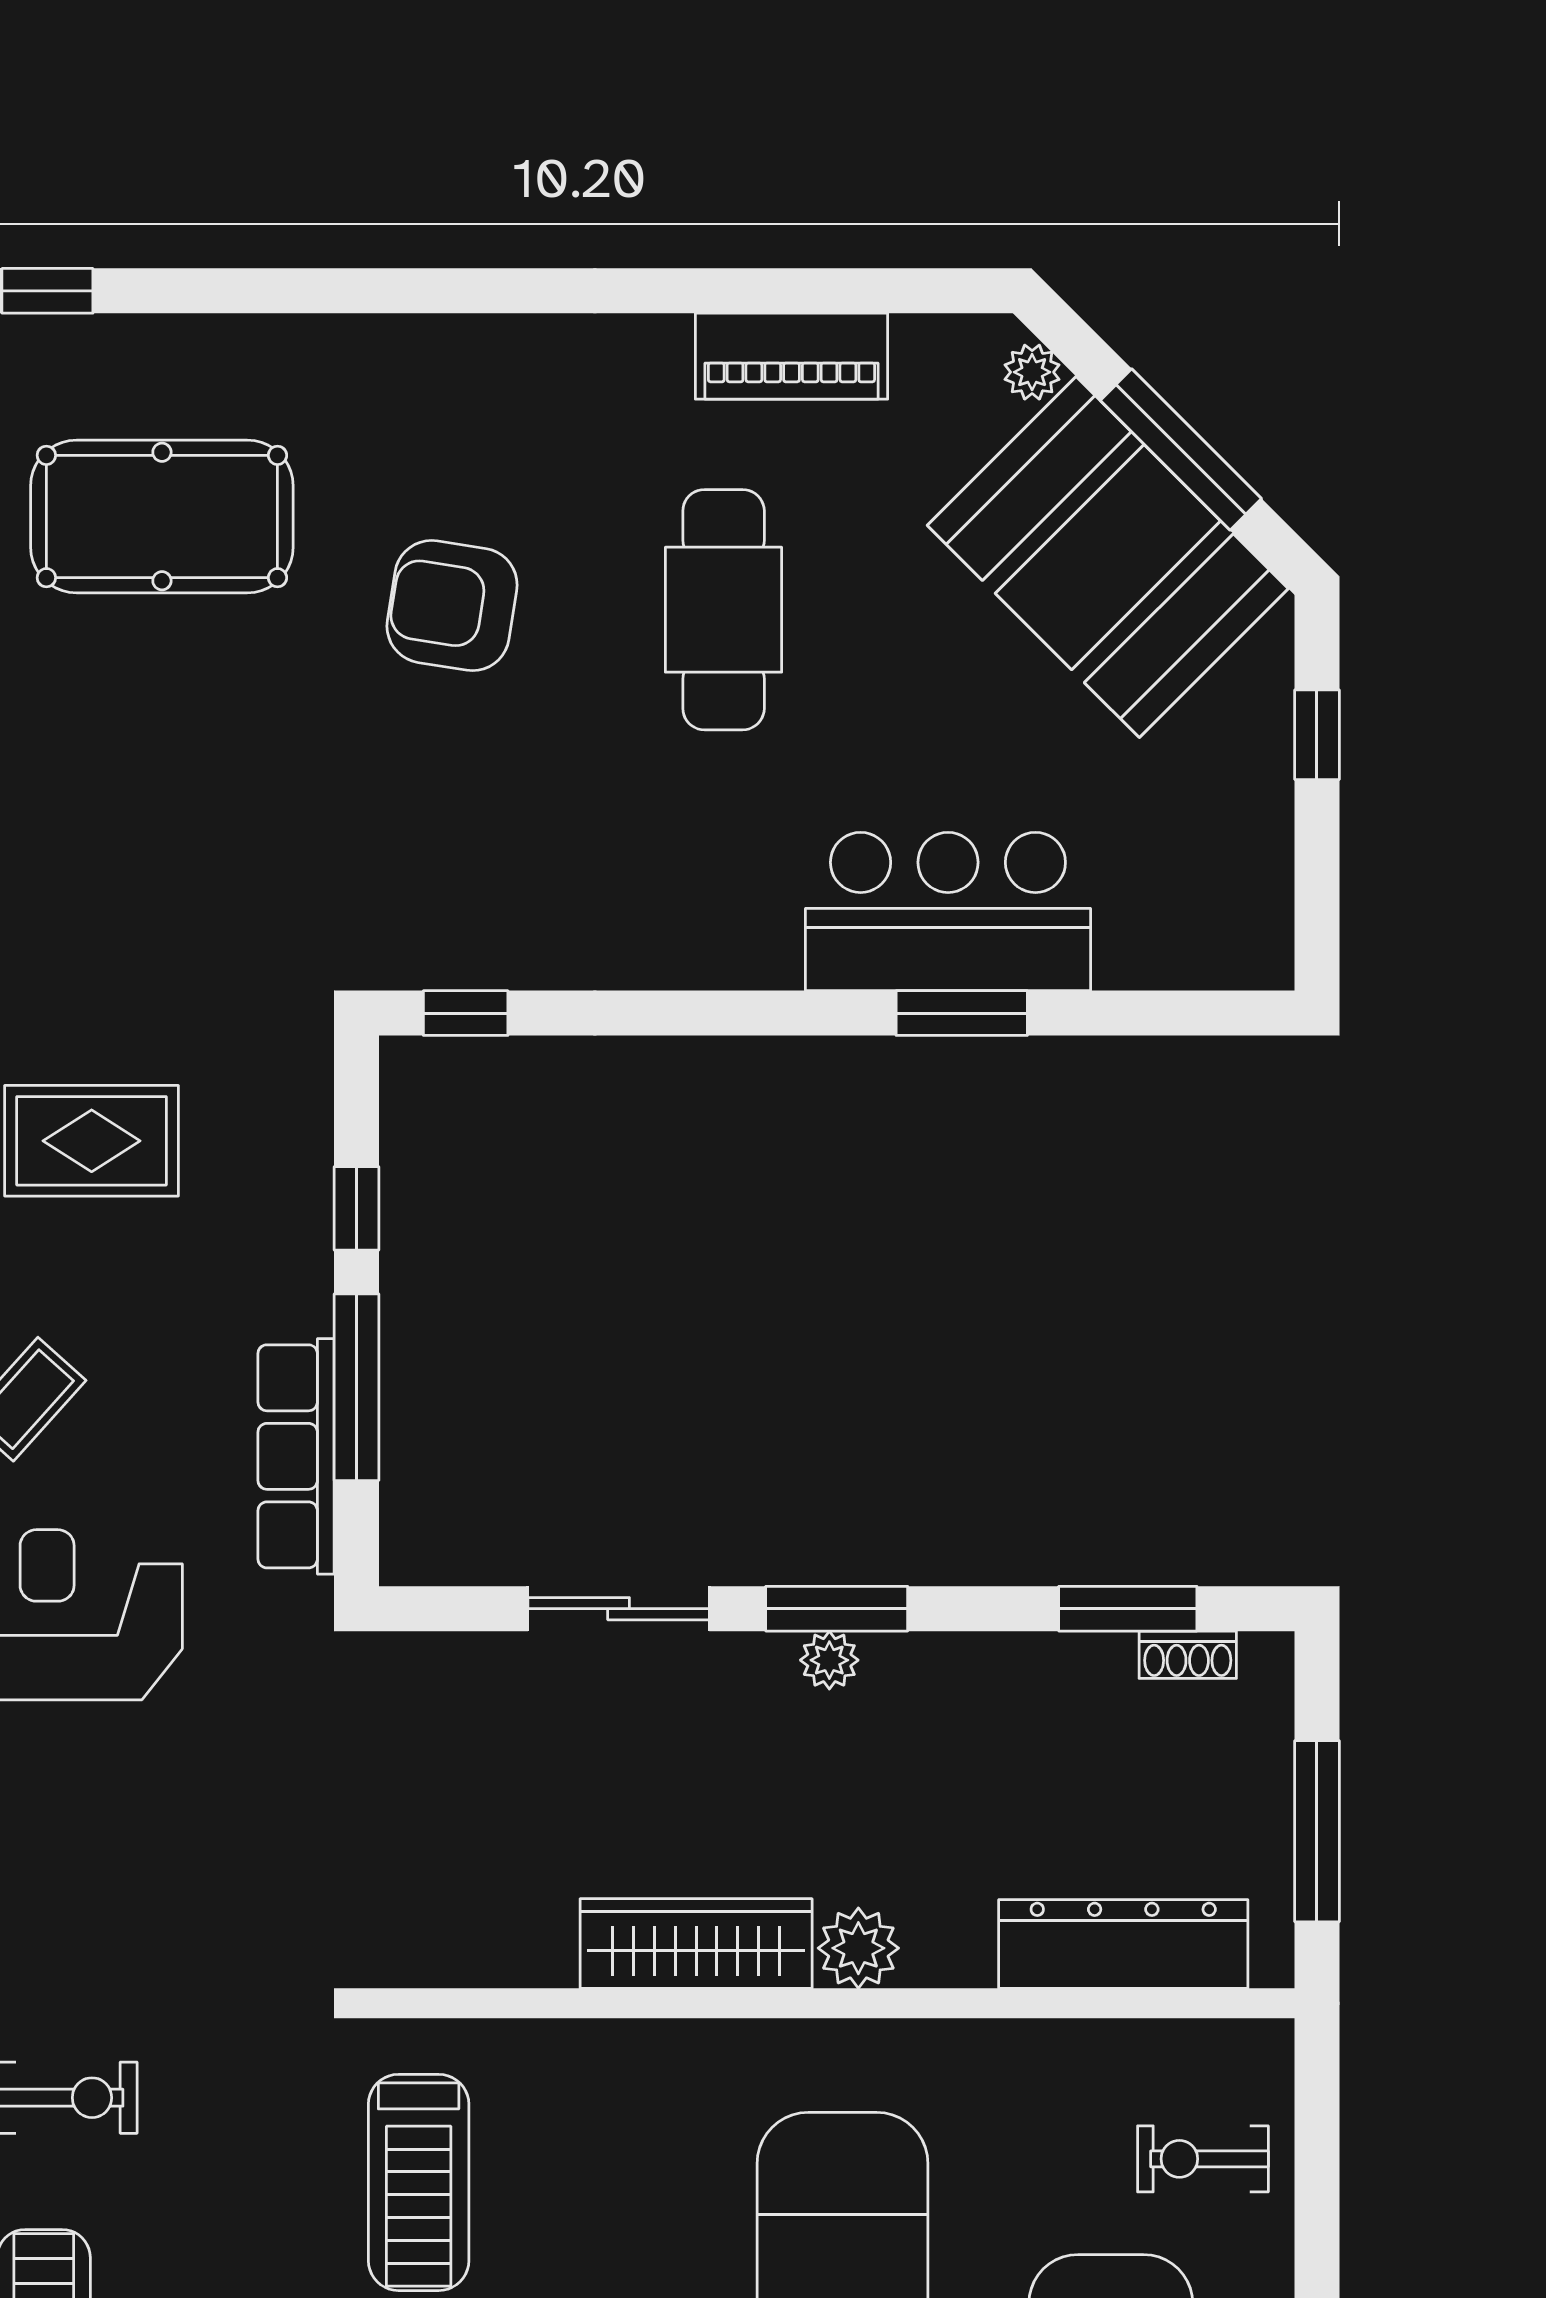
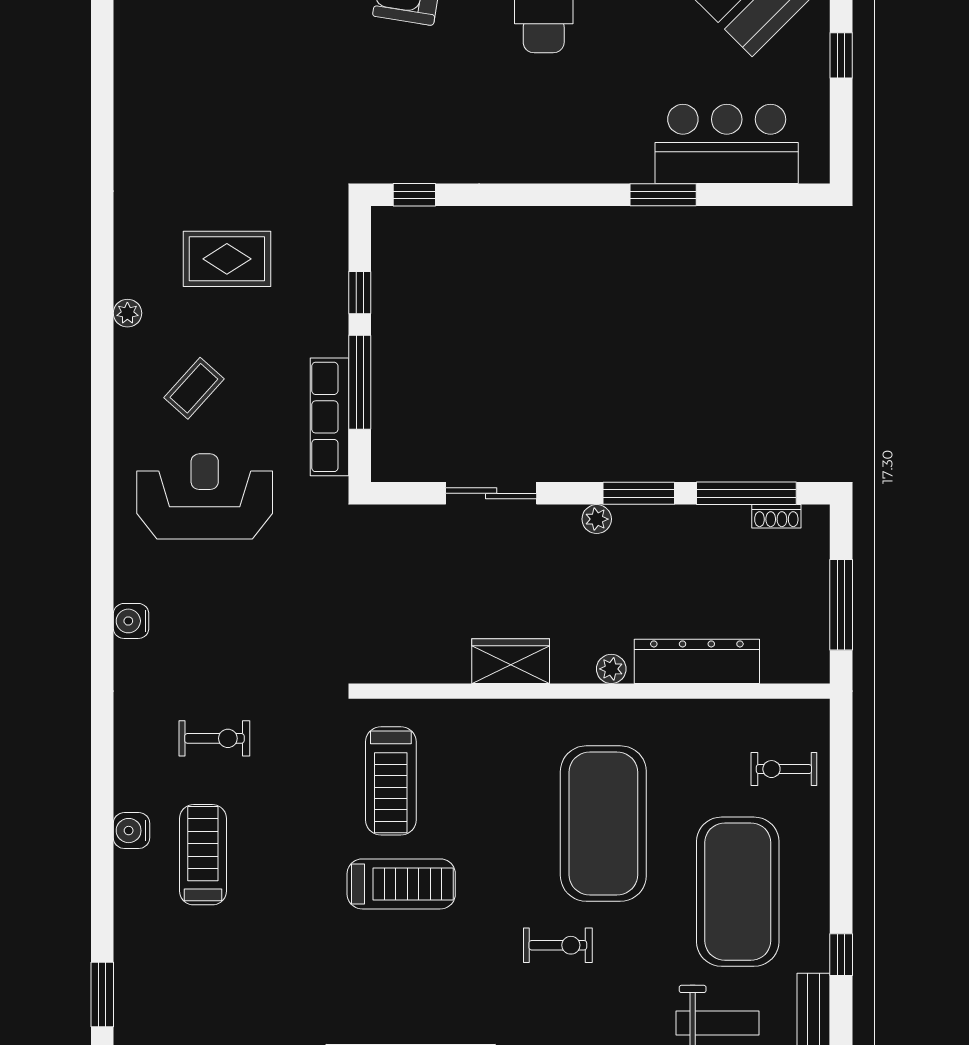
bar counter: (948, 912) -> (727, 144), moved
window: (837, 1609) -> (639, 493), moved
window: (1128, 1609) -> (746, 493), width x1.44
wardrobe: (696, 1944) -> (511, 661), width x0.67
dresser: (1123, 1944) -> (697, 661), moved
plant: (858, 1948) -> (611, 669), width x0.73, depth x0.73

